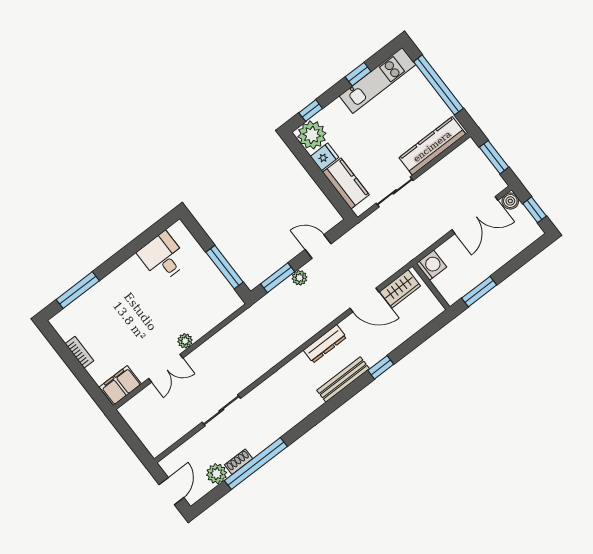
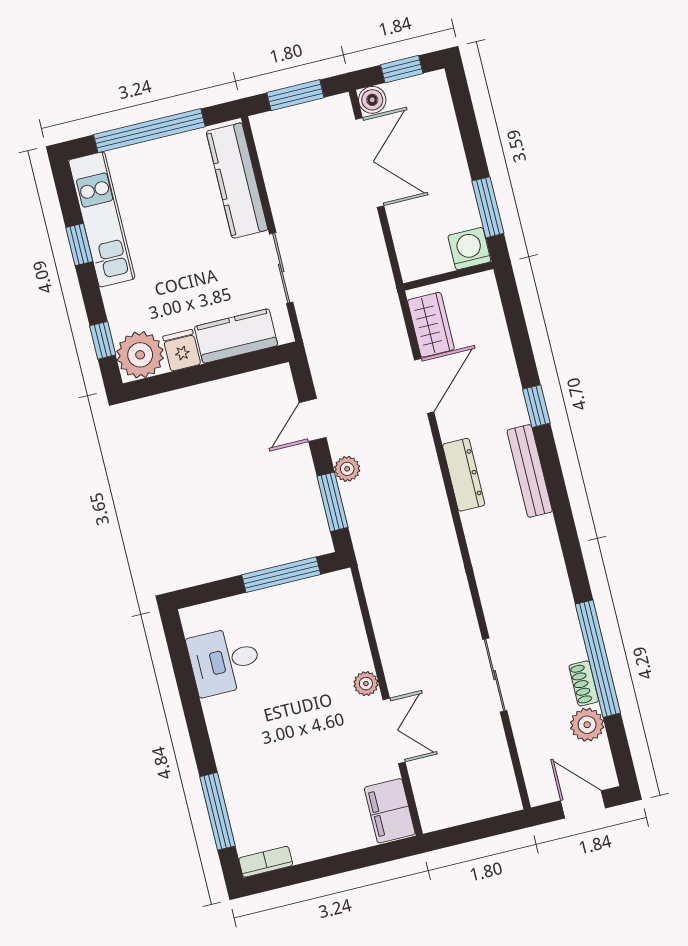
washing machine: (431, 265) -> (469, 249), moved
bookcase: (79, 352) -> (266, 862), moved

